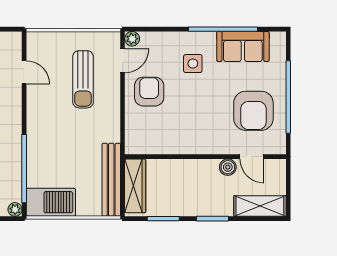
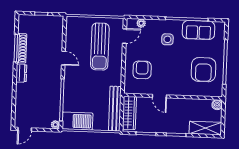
plant: (132, 39) -> (141, 23), moved
door: (24, 72) -> (63, 58), moved
sun lounger: (83, 79) -> (100, 47), width x1.36, depth x1.34
armchair: (149, 92) -> (142, 70), moved
door: (252, 157) -> (159, 96), moved
boiler: (228, 167) -> (217, 105), moved

